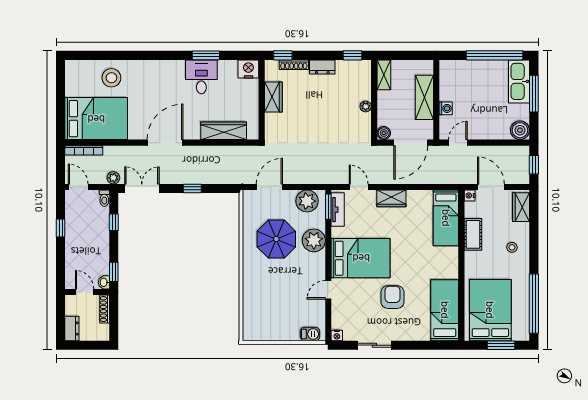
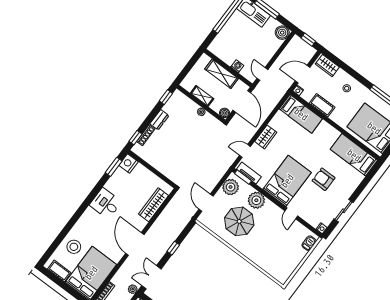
window: (206, 55) -> (114, 167), moved
shelving: (384, 75) -> (202, 96), moved
desk: (201, 77) -> (106, 203), moved
cot: (73, 82) -> (59, 271), added
wardrobe: (273, 97) -> (156, 161), removed

